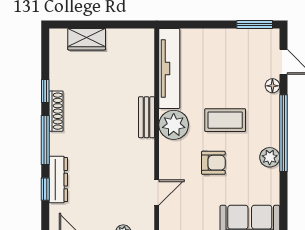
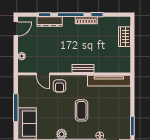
plant: (174, 125) -> (79, 83), removed
armchair: (213, 163) -> (60, 86), moved

